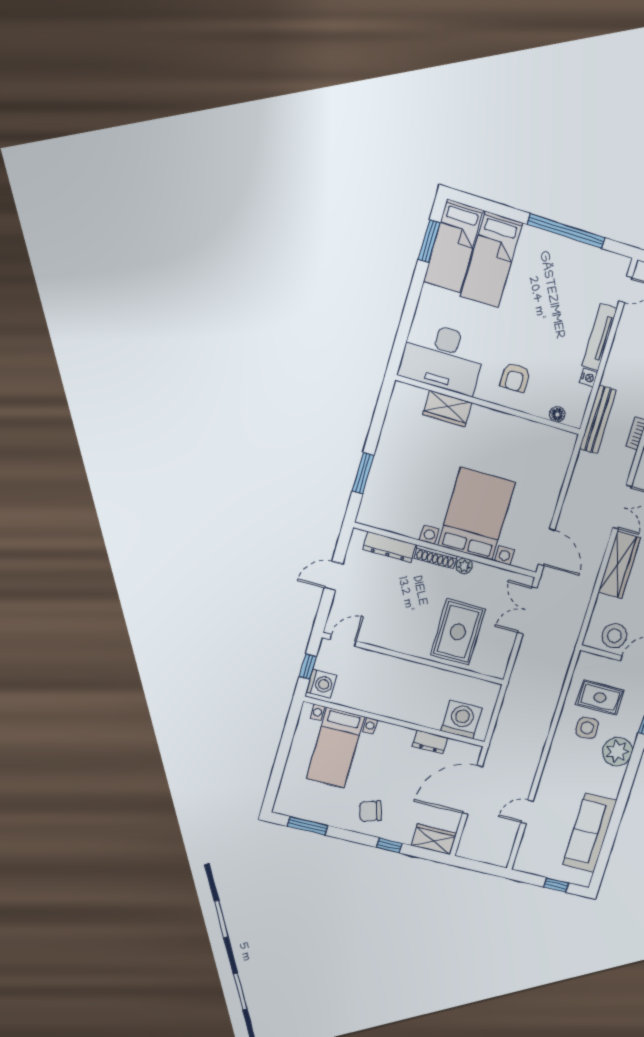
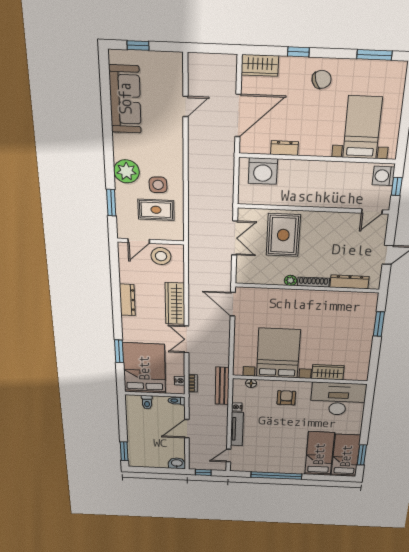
bed with nightstands: (476, 514) -> (278, 353), moved, turned 180
double door: (527, 610) -> (235, 238), moved

